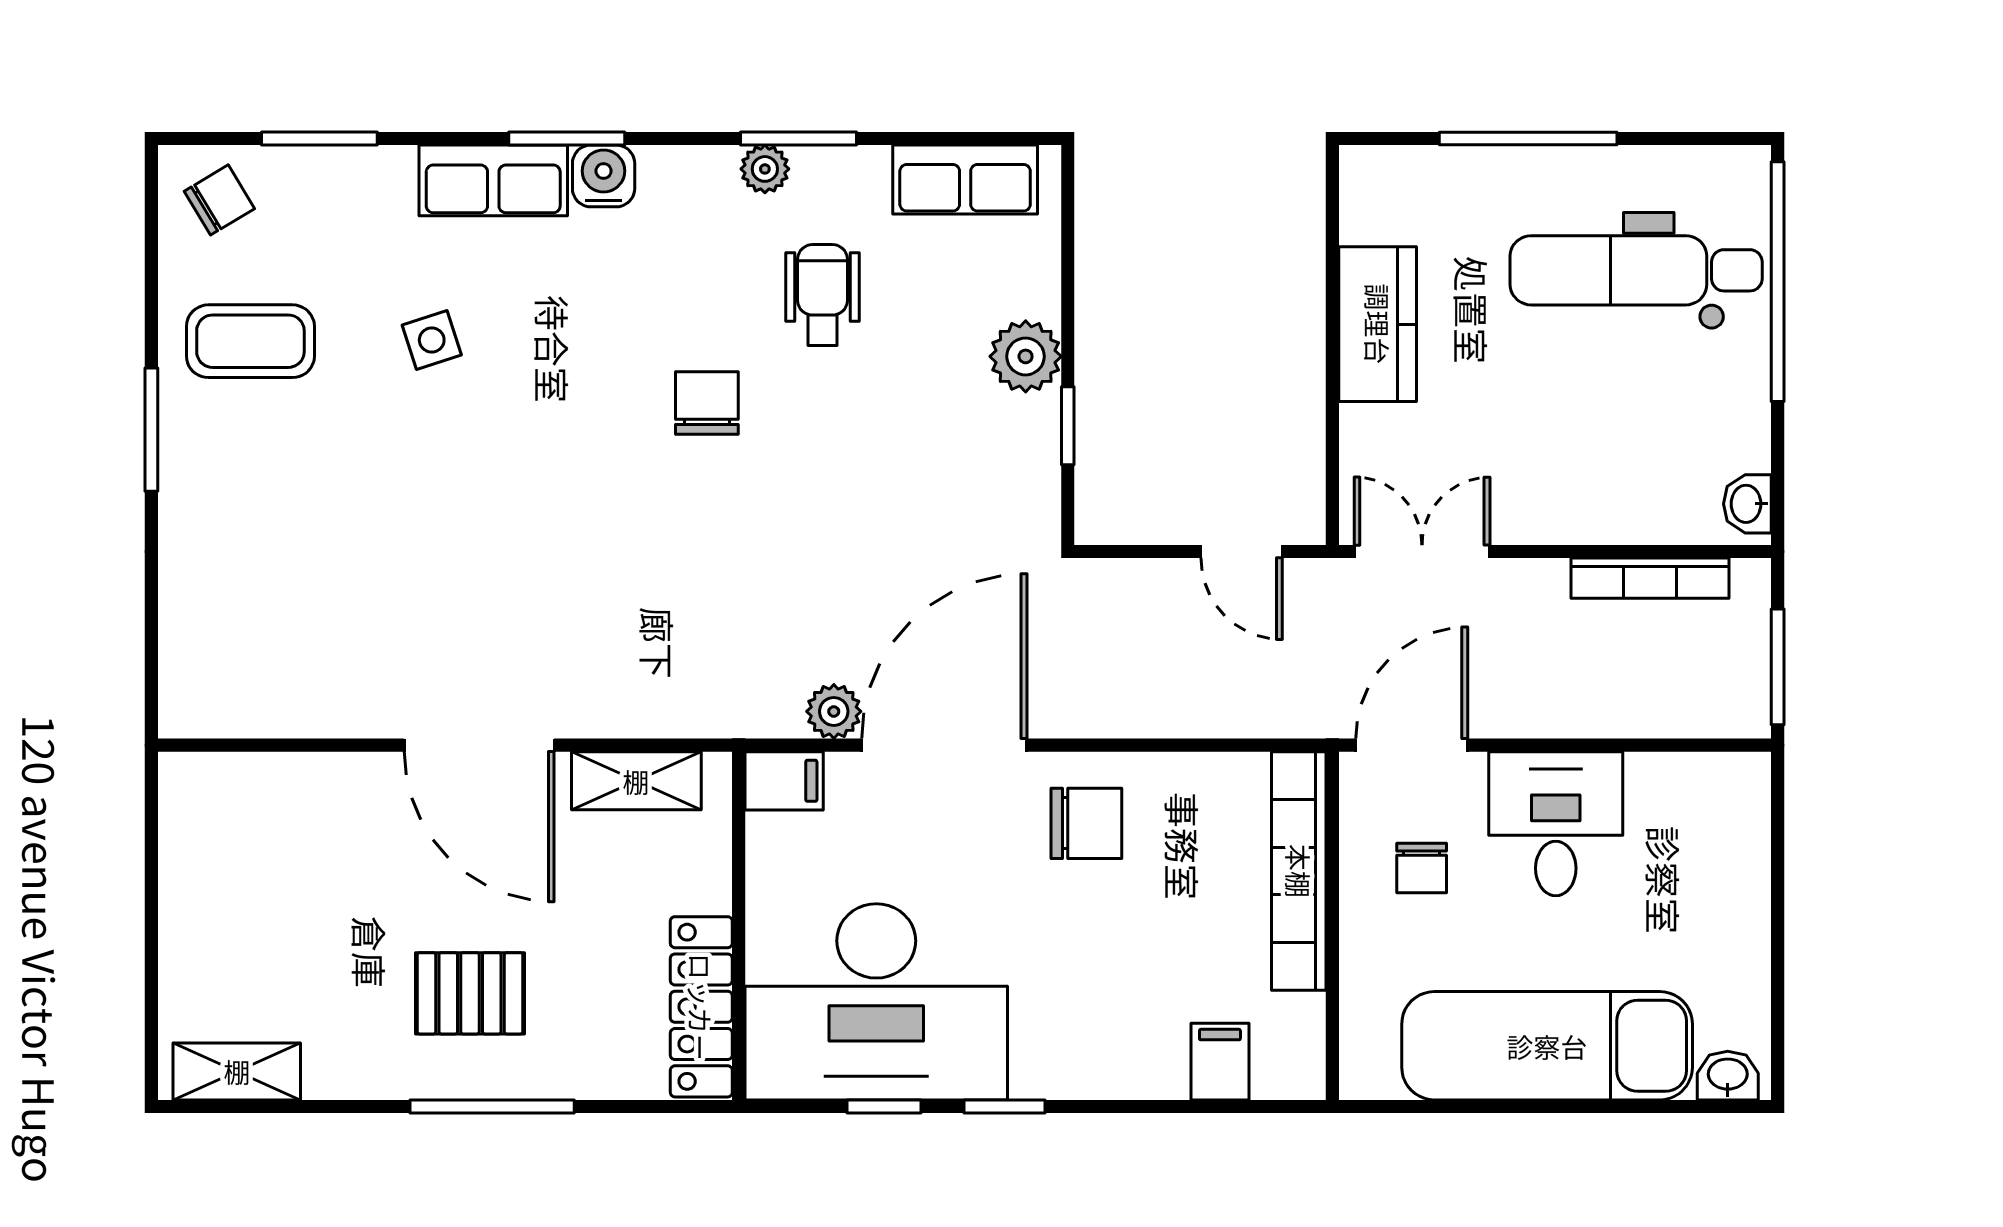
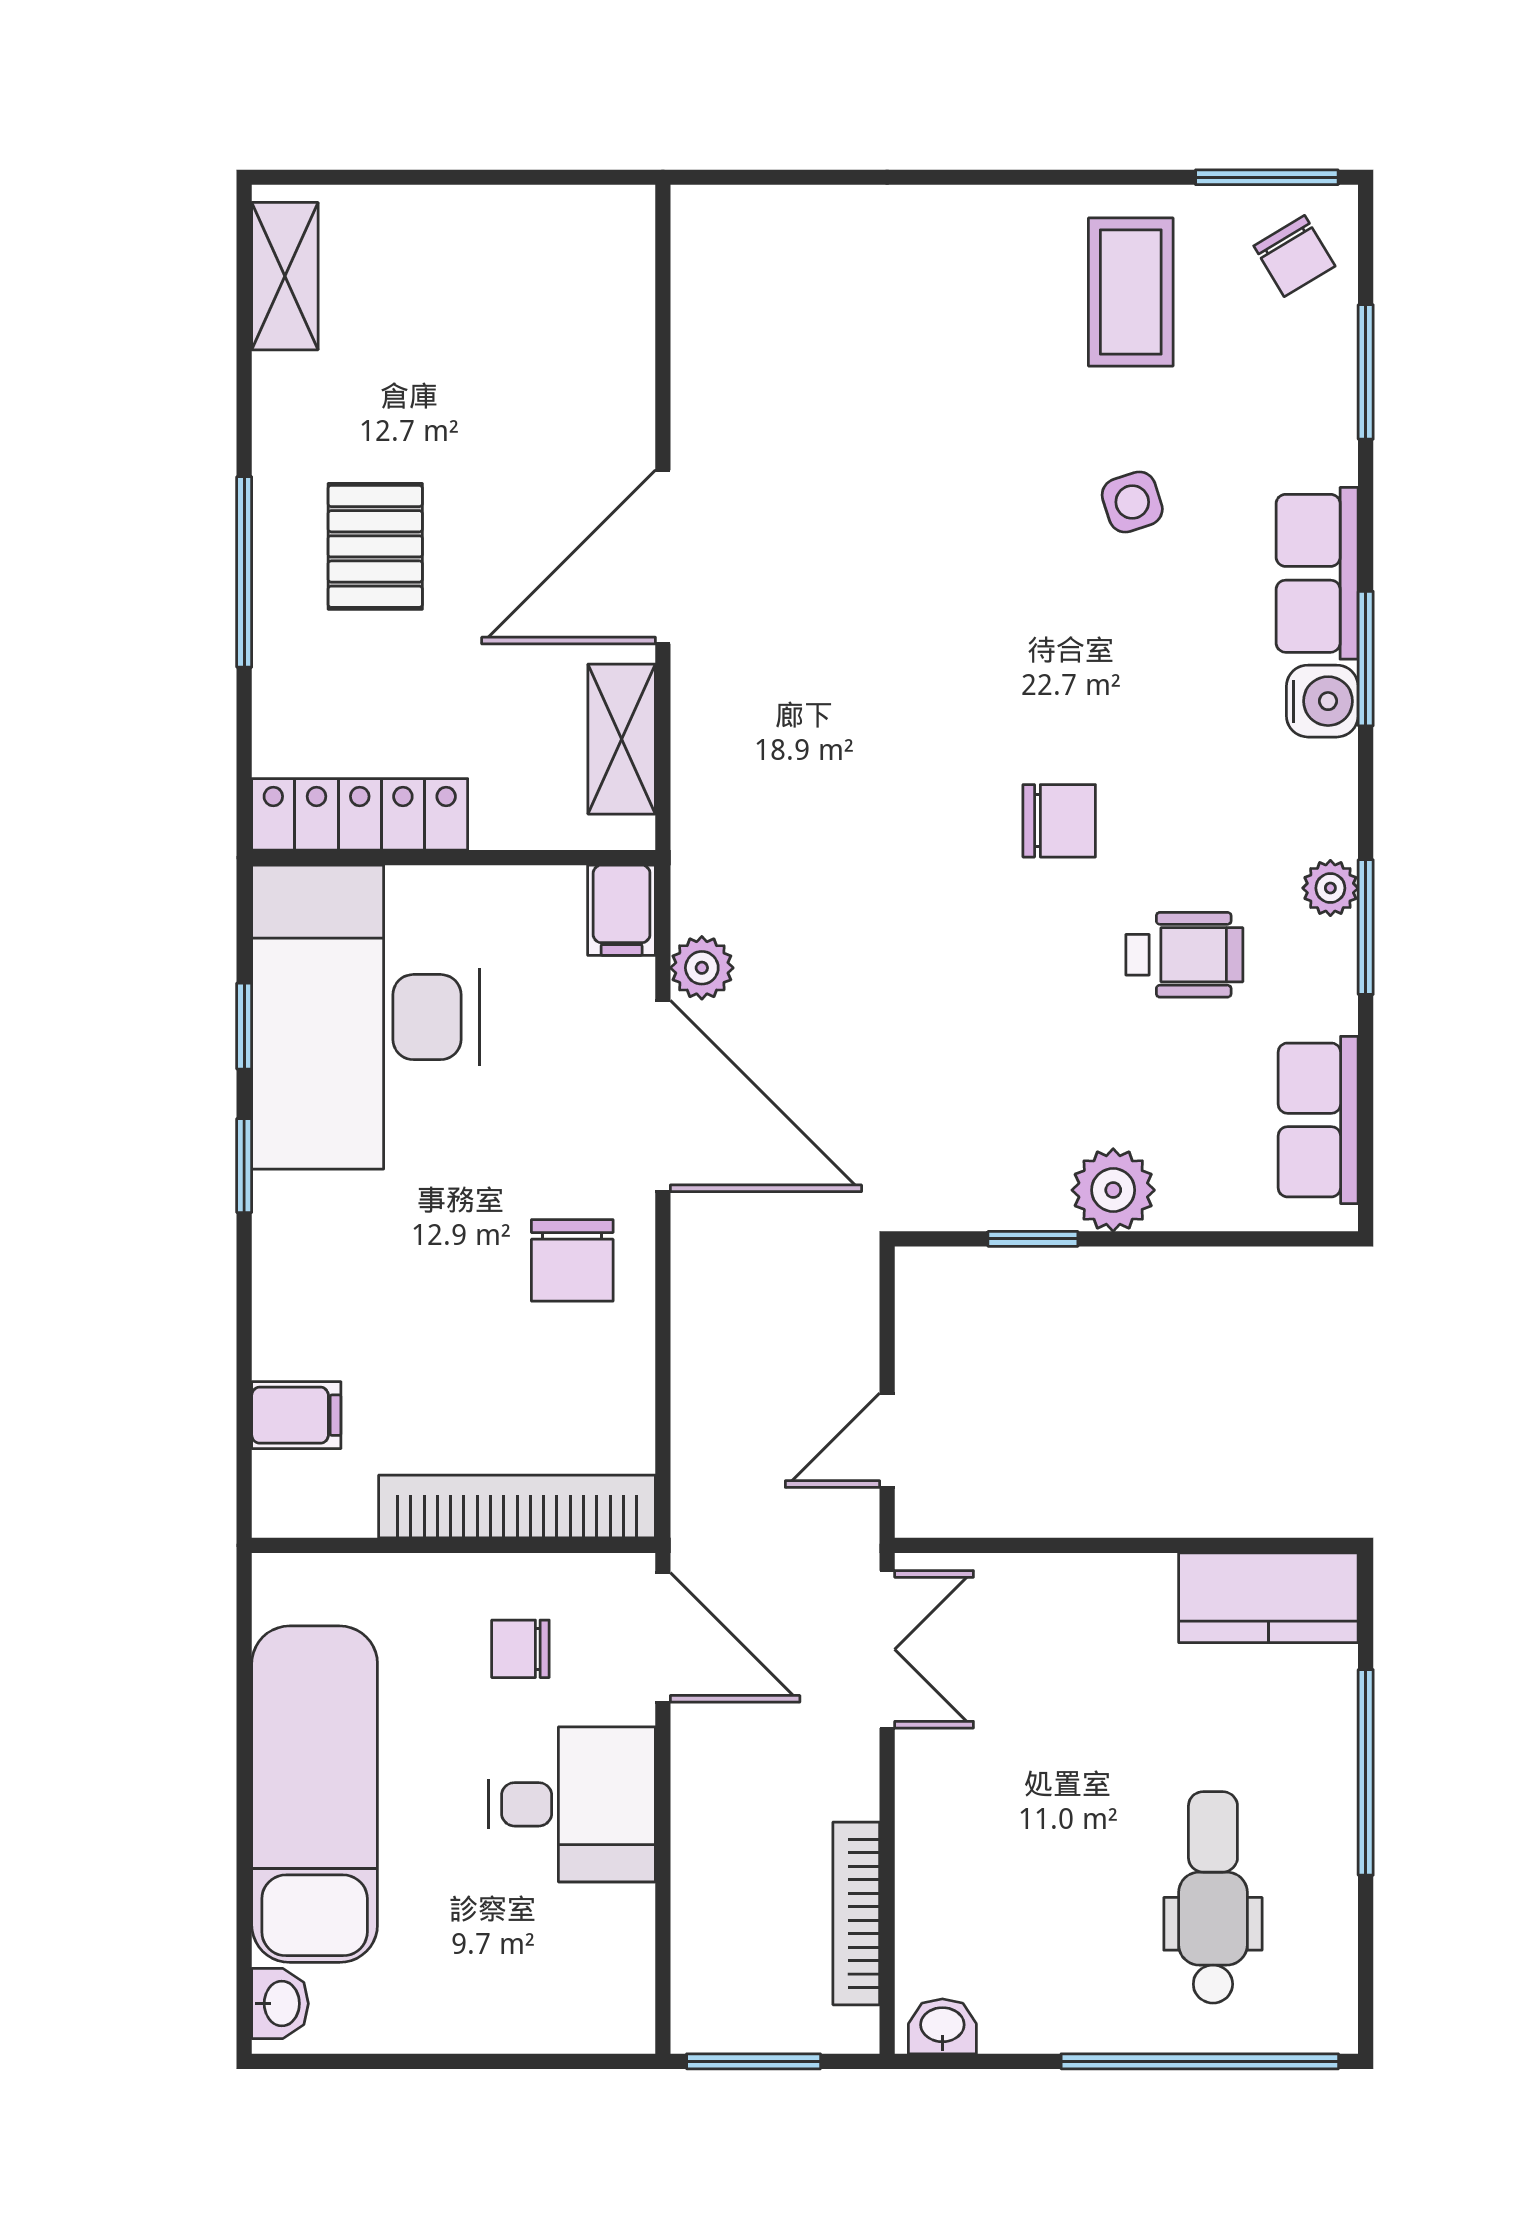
dental chair: (1636, 270) -> (1213, 1897), width x0.73, depth x0.72
kitchen counter: (1378, 324) -> (1268, 1598), moved
window: (151, 430) -> (1267, 177), moved

